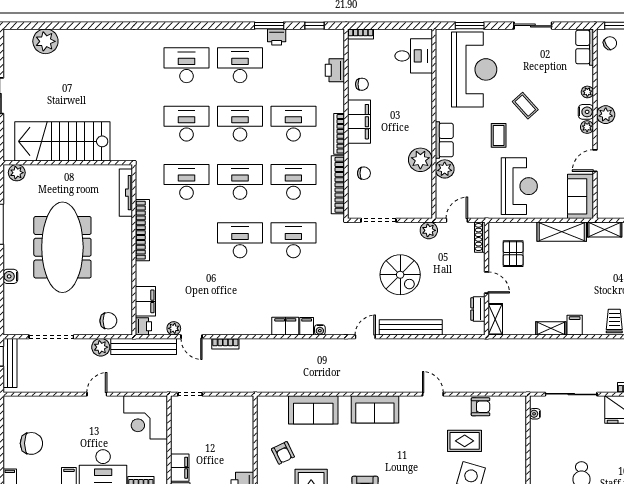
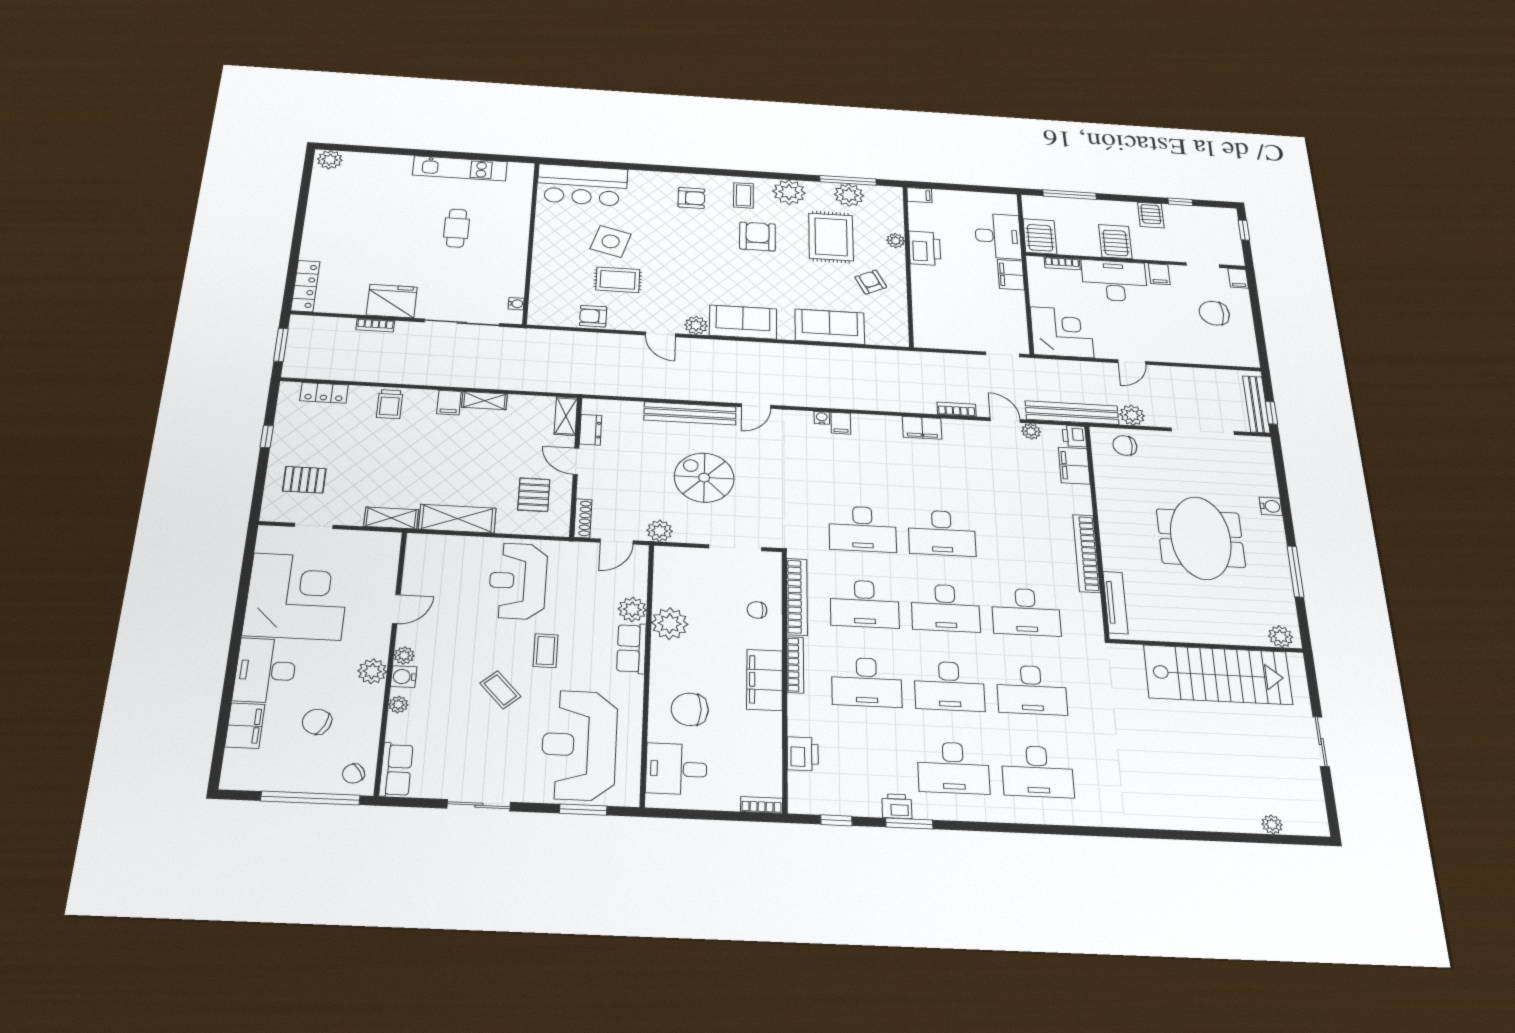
plant: (45, 41) -> (1272, 825), width x0.53, depth x0.53
chair: (362, 84) -> (690, 709), moved, width x1.87, depth x1.87
sofa: (581, 196) -> (424, 563), removed
meeting table: (62, 247) -> (1201, 538), width x0.73
filing cabinet: (285, 326) -> (922, 428), moved
plant: (408, 404) -> (696, 325), added

